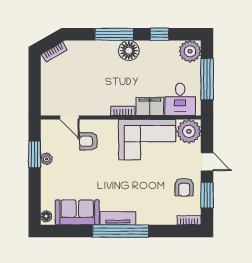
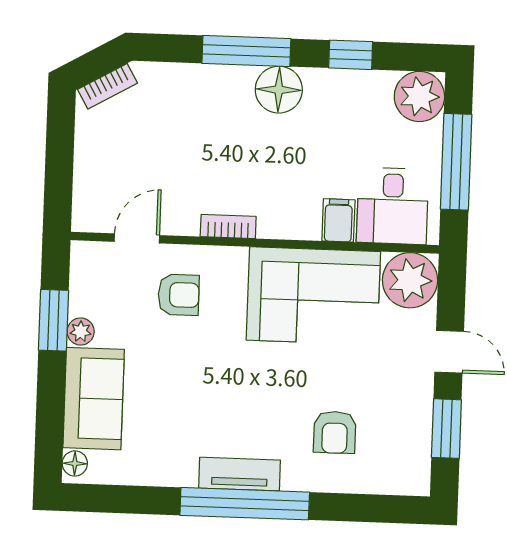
filing cabinet: (150, 106) -> (338, 220), width x0.50
bookcase: (123, 111) -> (228, 226), moved
door: (70, 117) -> (137, 238), swing flipped
armchair: (89, 141) -> (179, 295), turned 180
armchair: (184, 187) -> (335, 432), moved
sofa: (77, 212) -> (94, 399), moved, turned 90
bookcase: (189, 220) -> (403, 485), removed

